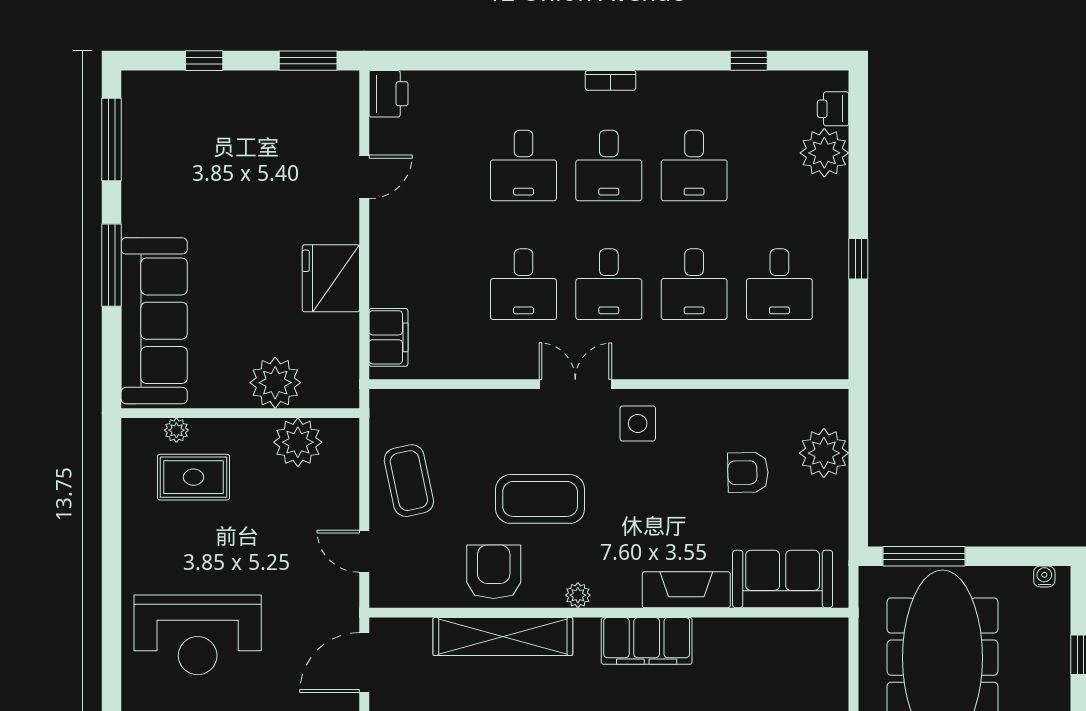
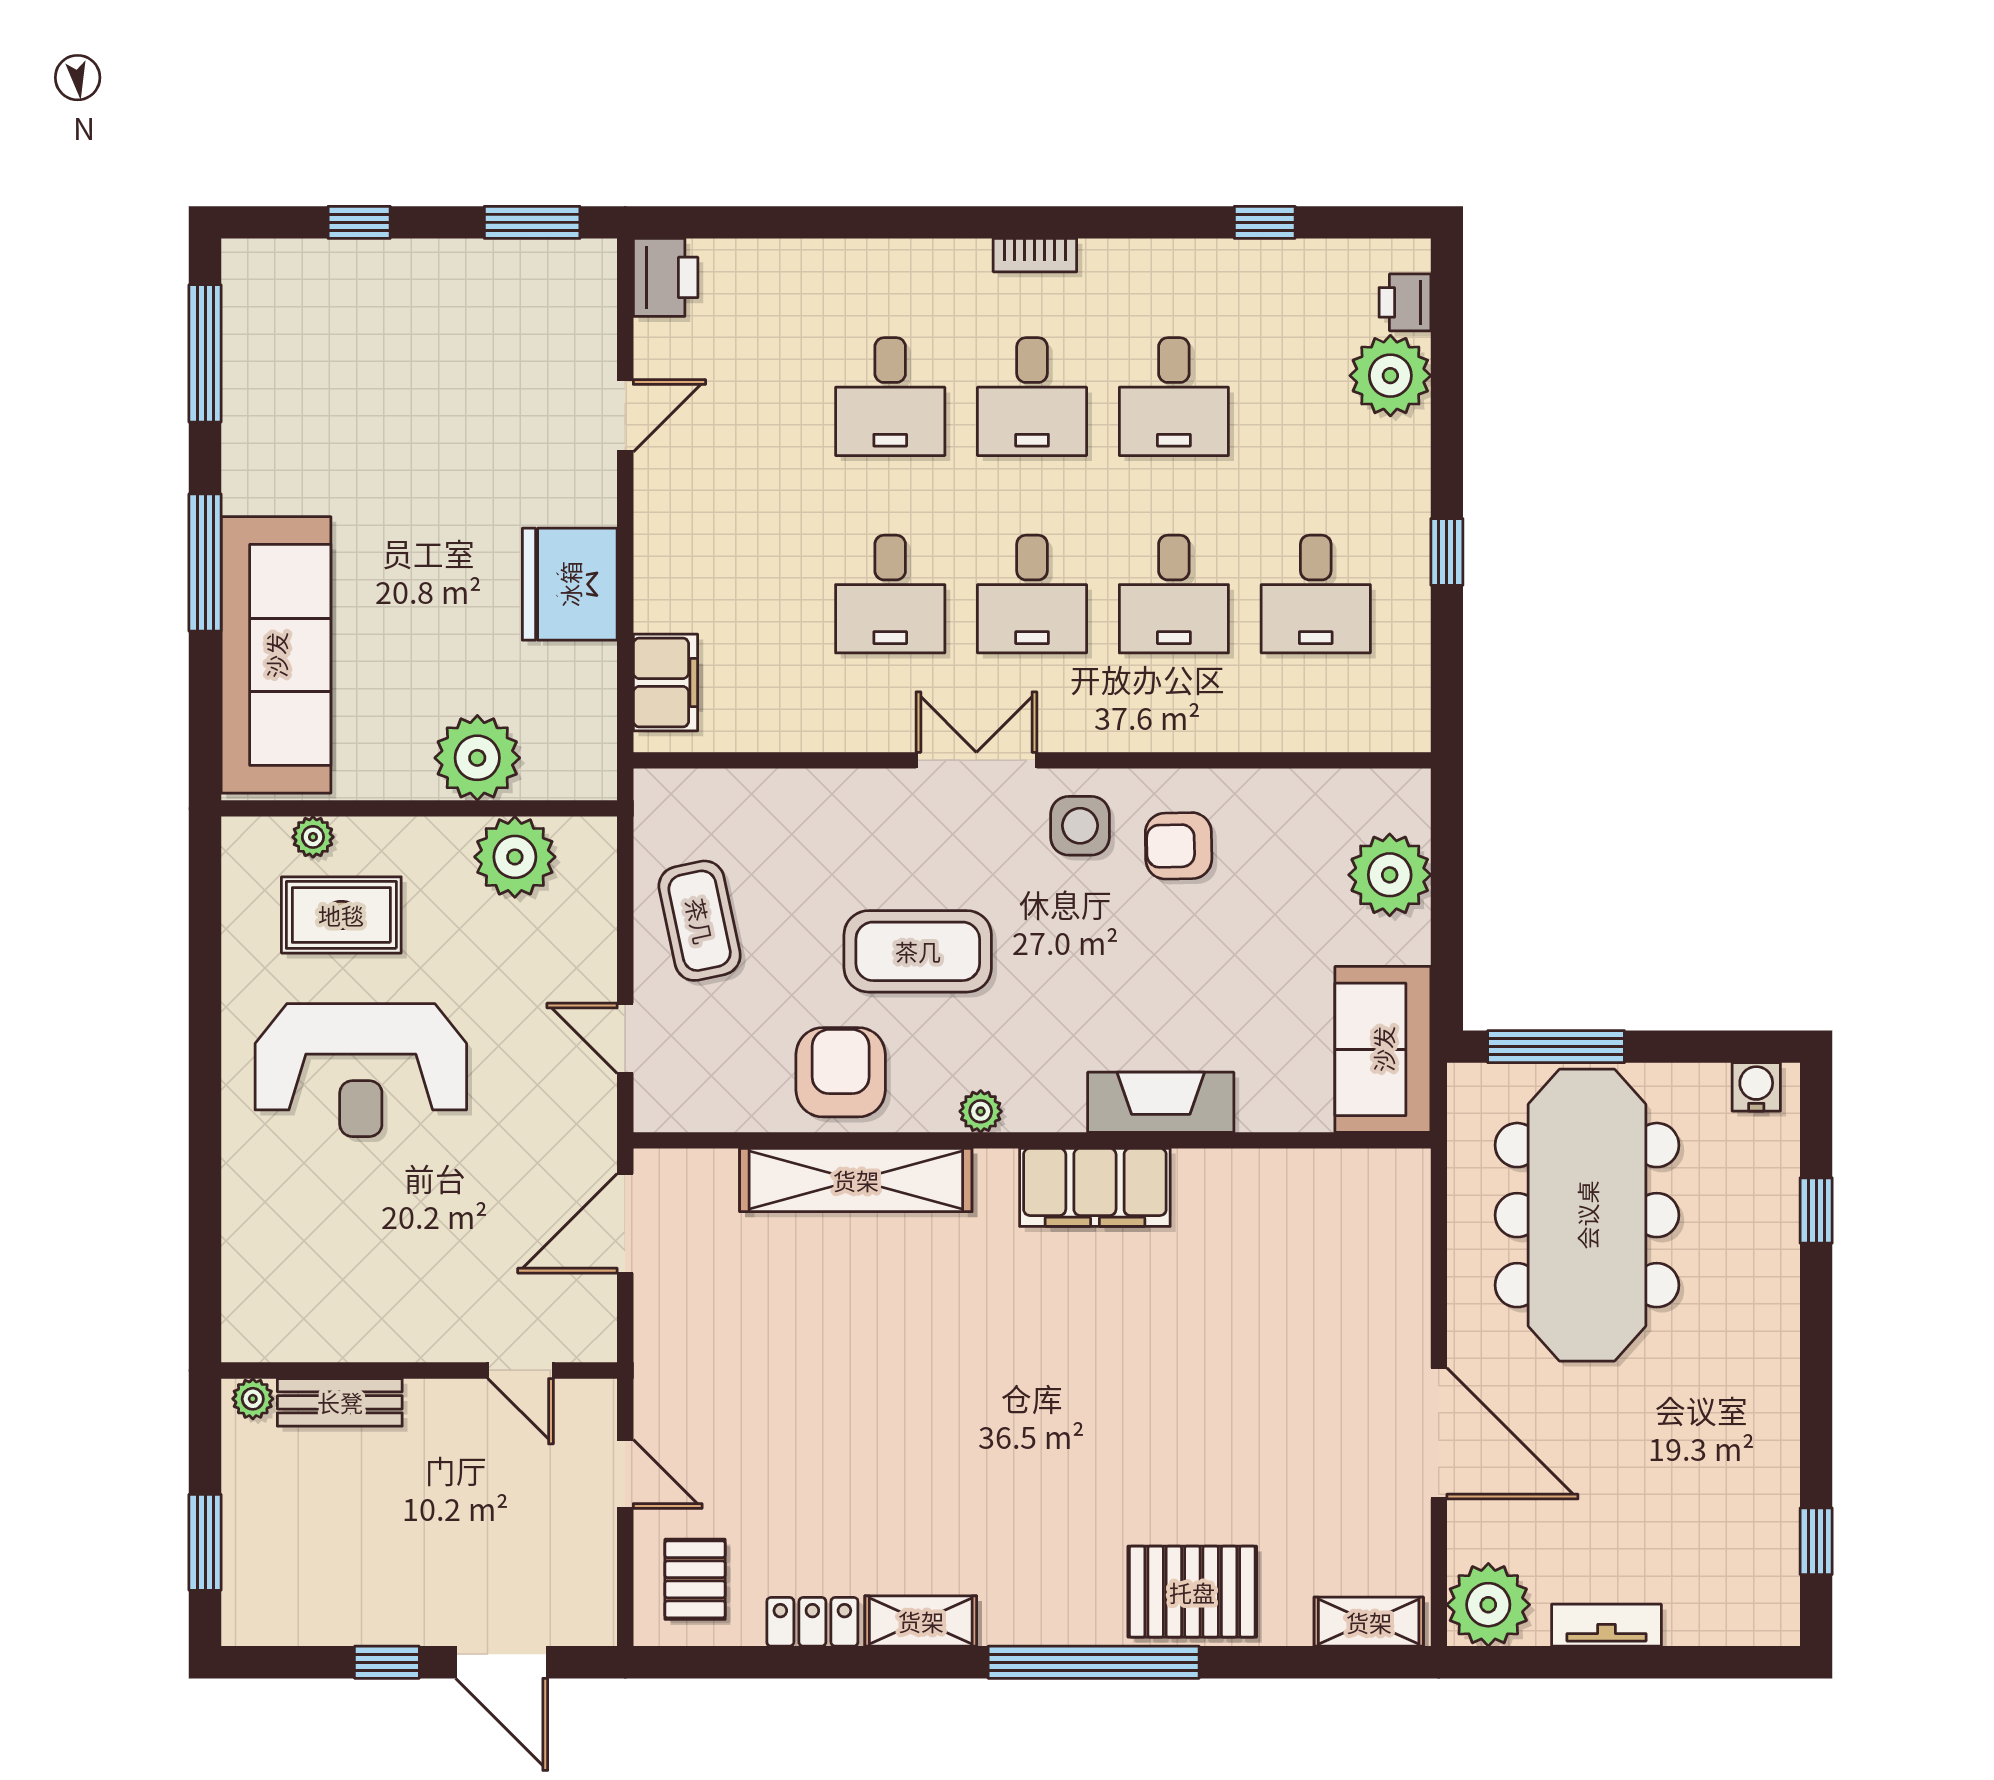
armchair: (748, 472) -> (1179, 846), moved
water cooler: (1044, 576) -> (1756, 1087), width x1.38, depth x1.38
sofa: (783, 579) -> (1383, 1049), moved, turned -90
reception desk: (198, 635) -> (361, 1070), moved

